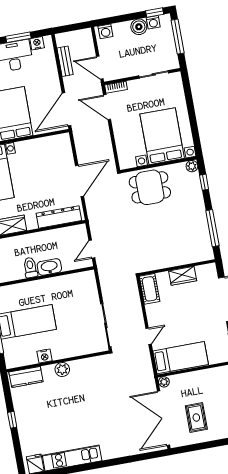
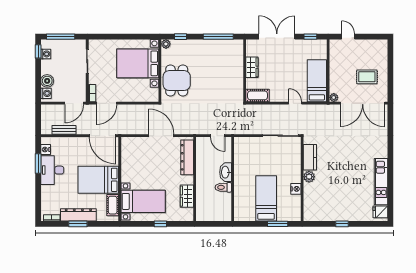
boiler: (139, 27) -> (47, 81), moved
kitchen counter: (26, 377) -> (310, 157), moved

